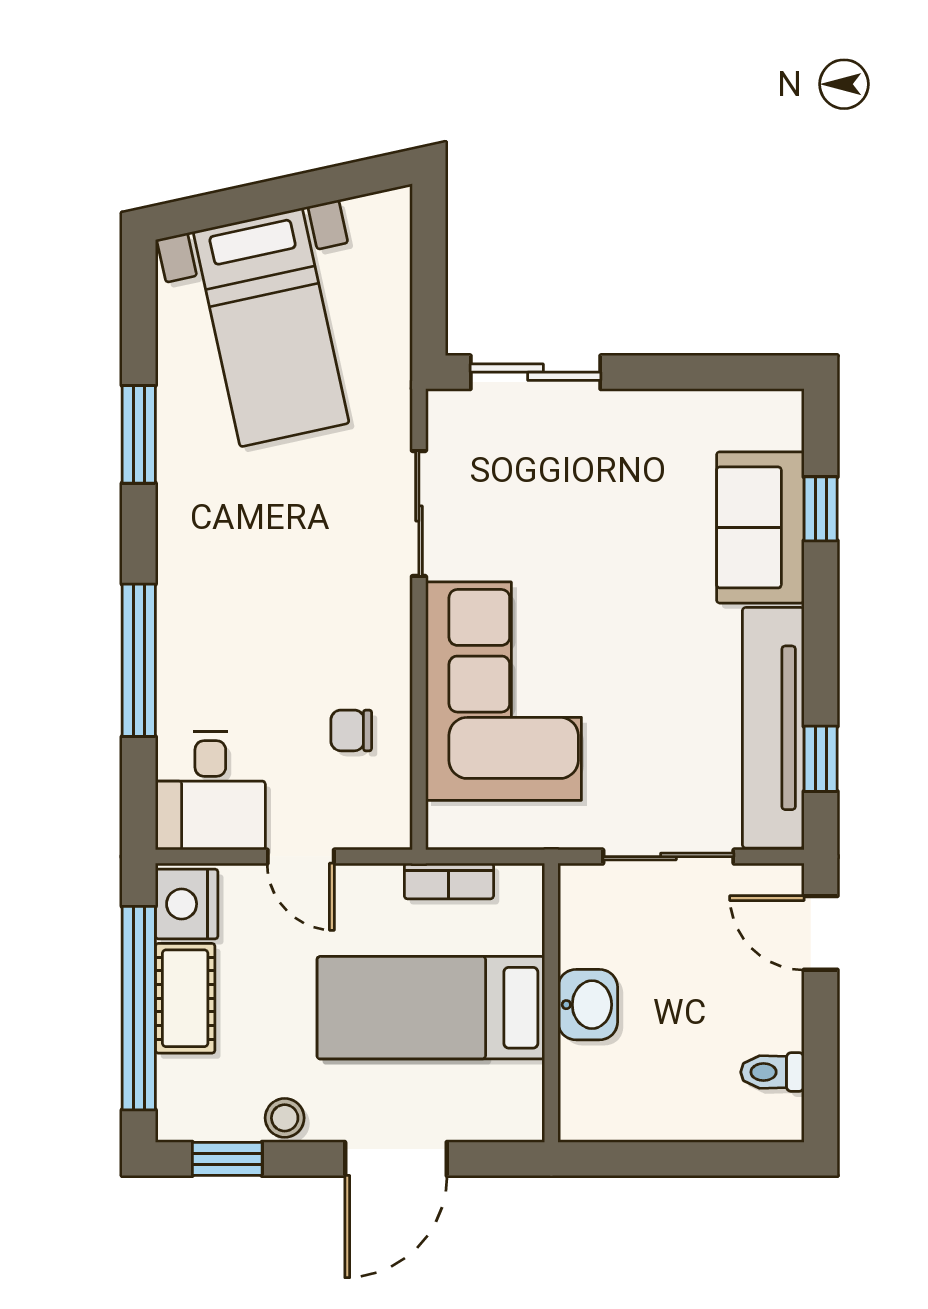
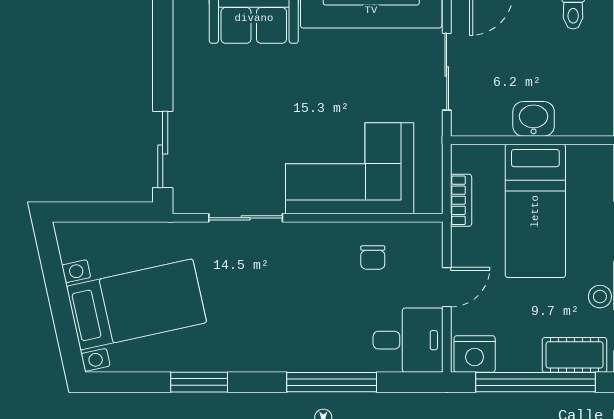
cot: (185, 998) -> (575, 355), moved

